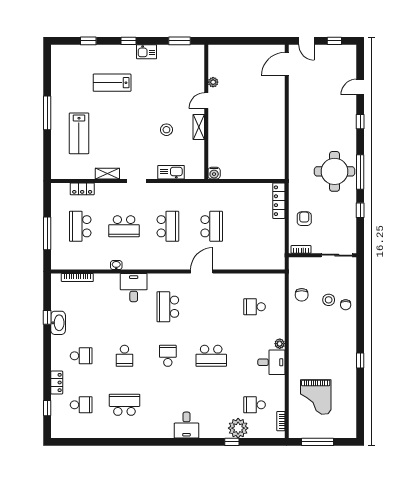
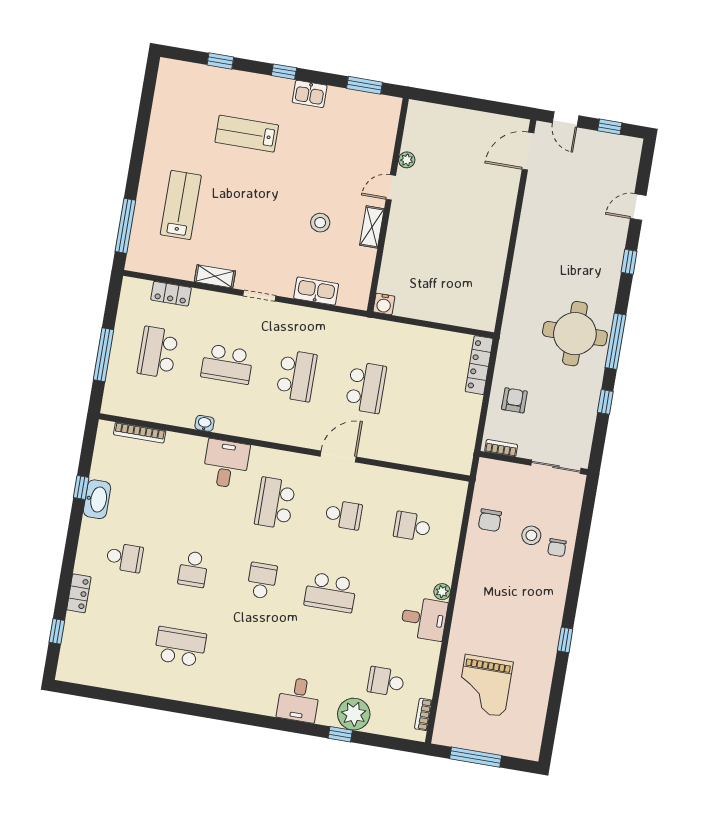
window: (47, 113) -> (125, 226), moved
lab bench: (79, 133) -> (181, 205), turned 180
school desk: (81, 405) -> (344, 515), moved
desk: (186, 425) -> (299, 700), moved

